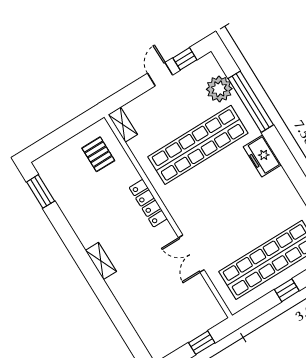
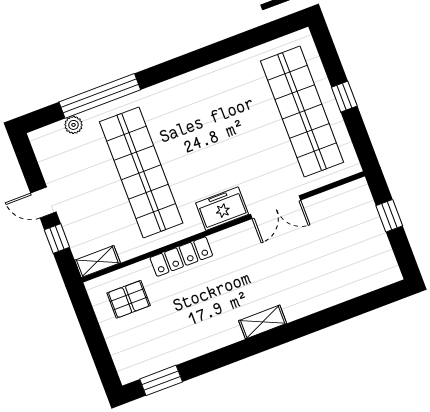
window: (185, 59) -> (57, 239), moved
plant: (219, 89) -> (73, 125), width x0.53, depth x0.53
freezer: (262, 156) -> (222, 209), moved, turned 180
locker: (148, 203) -> (181, 257), moved

